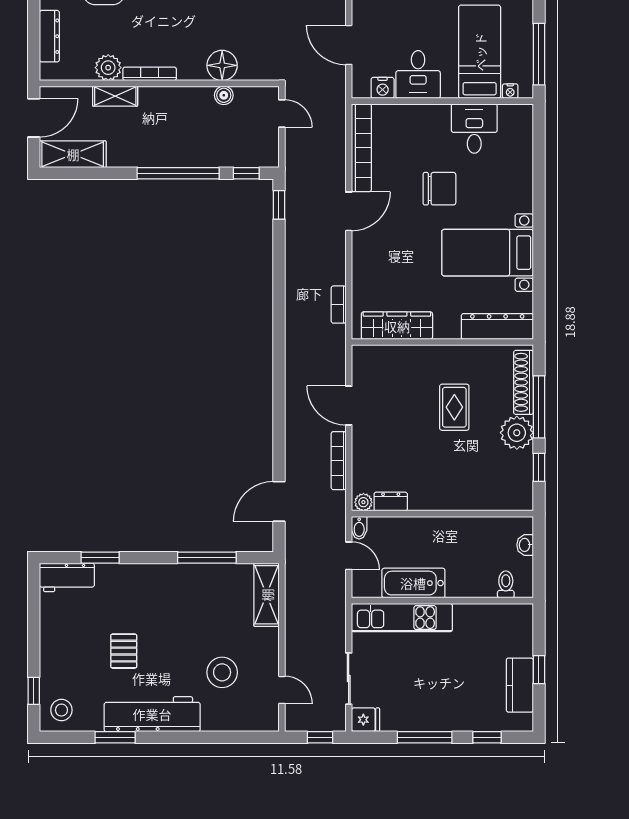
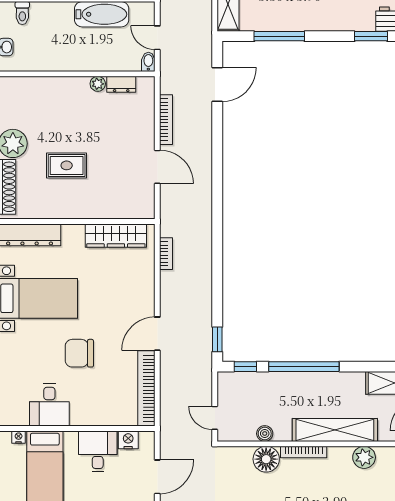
door: (349, 45) -> (157, 477), hinge flipped
bookcase: (150, 74) -> (304, 452), moved
shelving: (115, 96) -> (335, 430), width x2.20, depth x1.33
rug: (454, 407) -> (67, 165), turned 90
plant: (363, 502) -> (98, 84), moved

